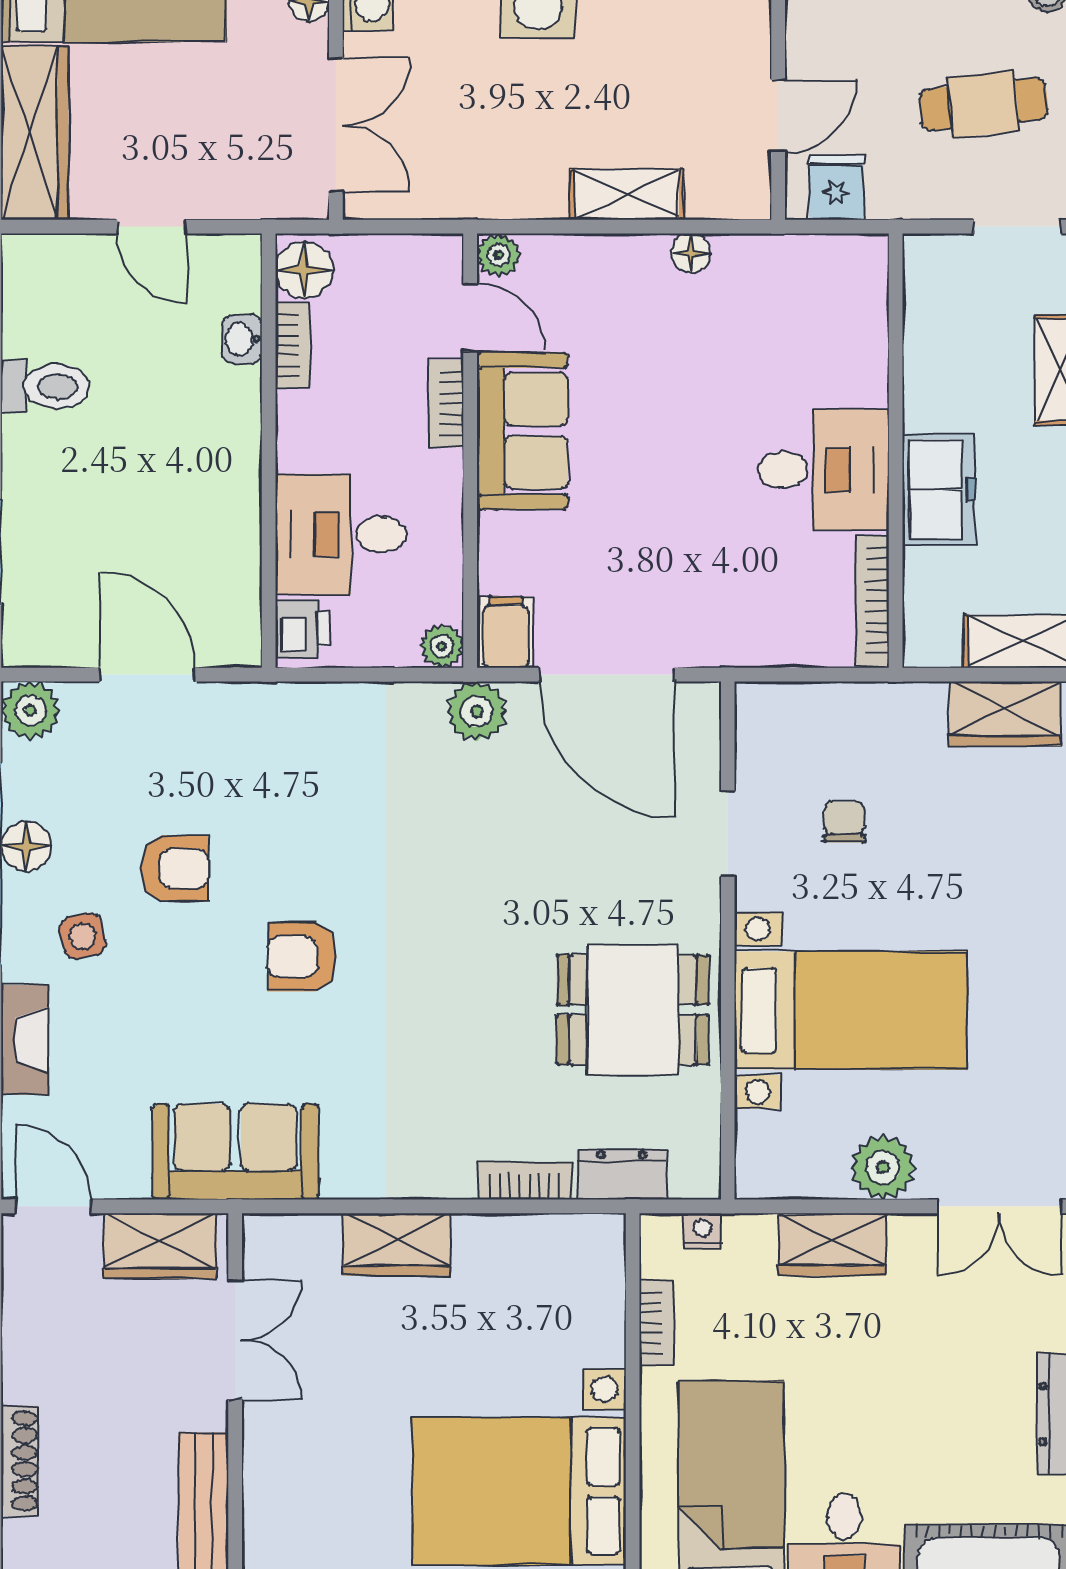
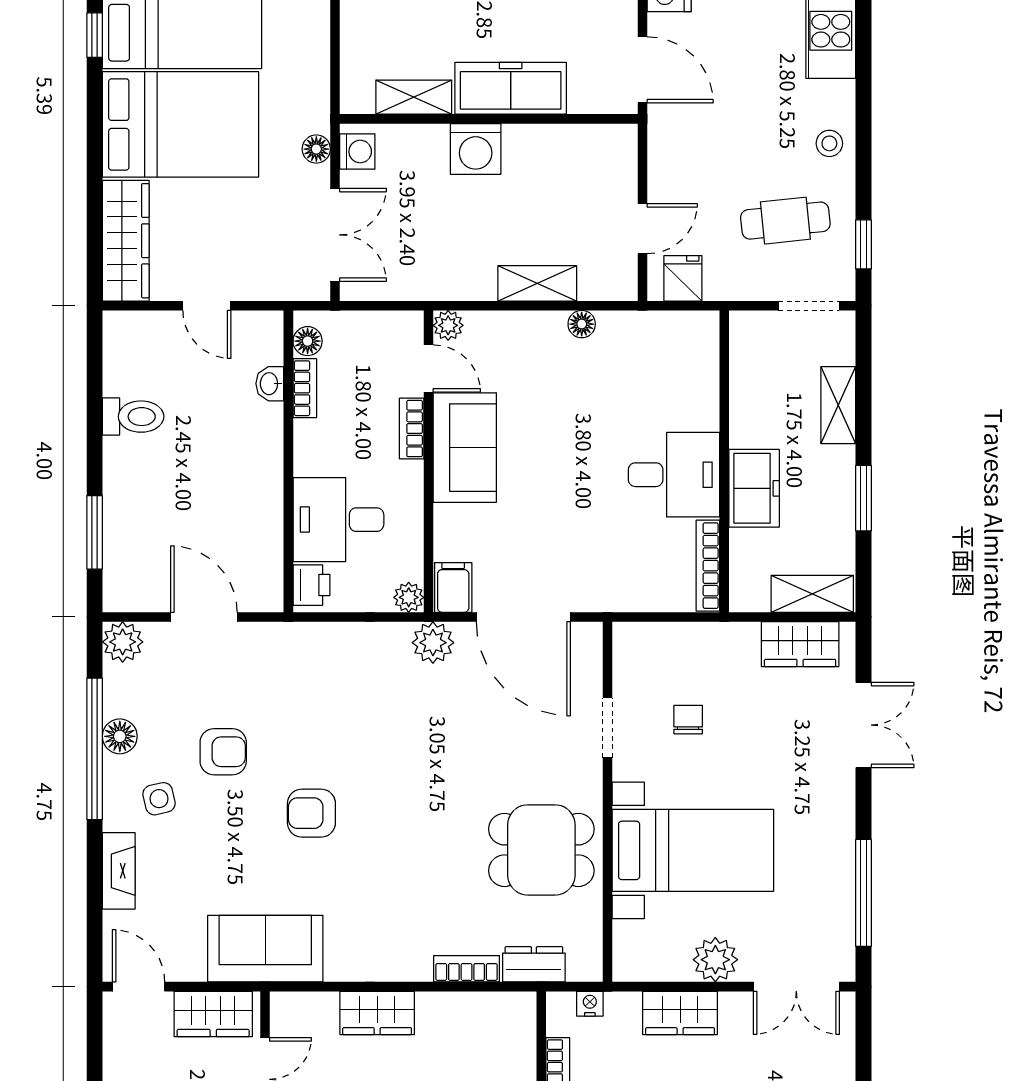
floor lamp: (304, 270) -> (308, 341), width x0.73, depth x0.73

